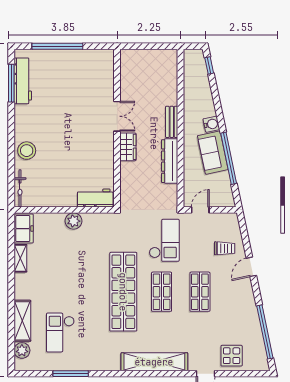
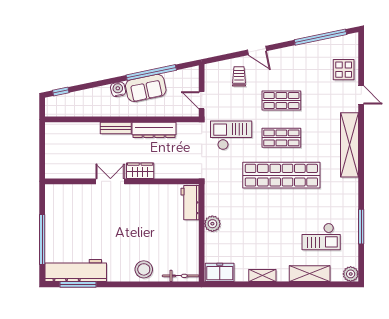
workbench: (23, 81) -> (76, 270), width x1.36, depth x1.32
shelving: (20, 258) -> (262, 276), moved
plant: (22, 350) -> (351, 274), moved

